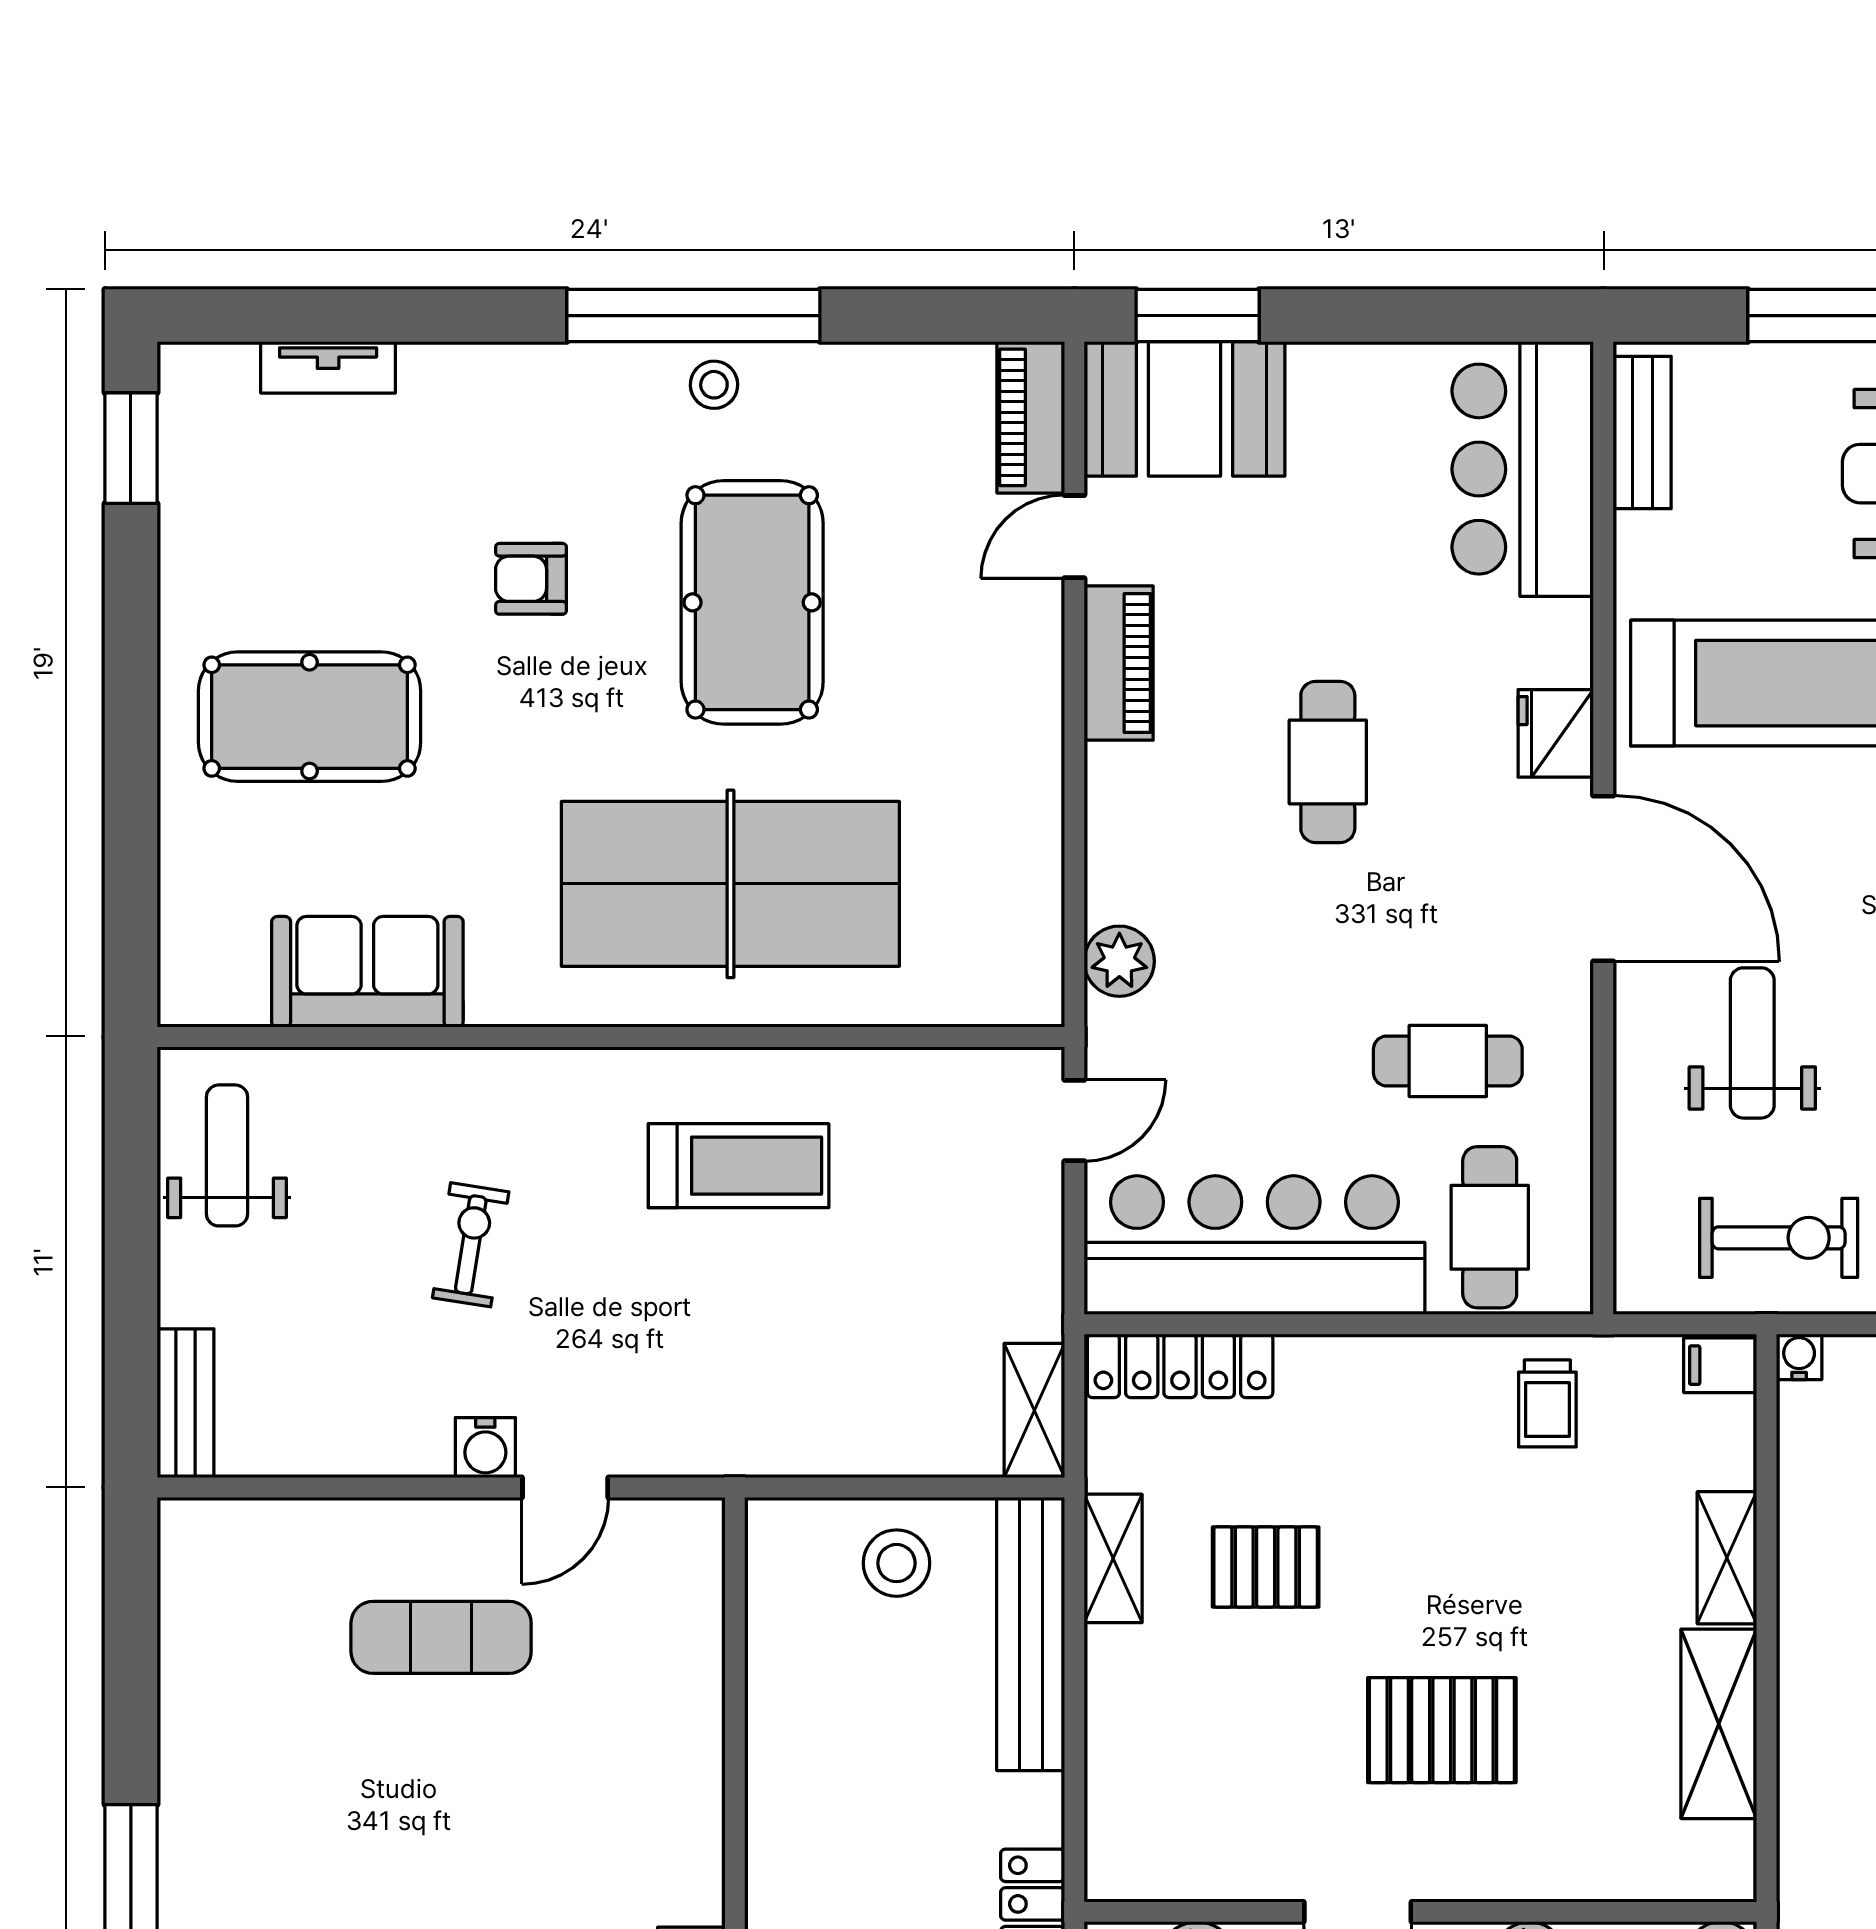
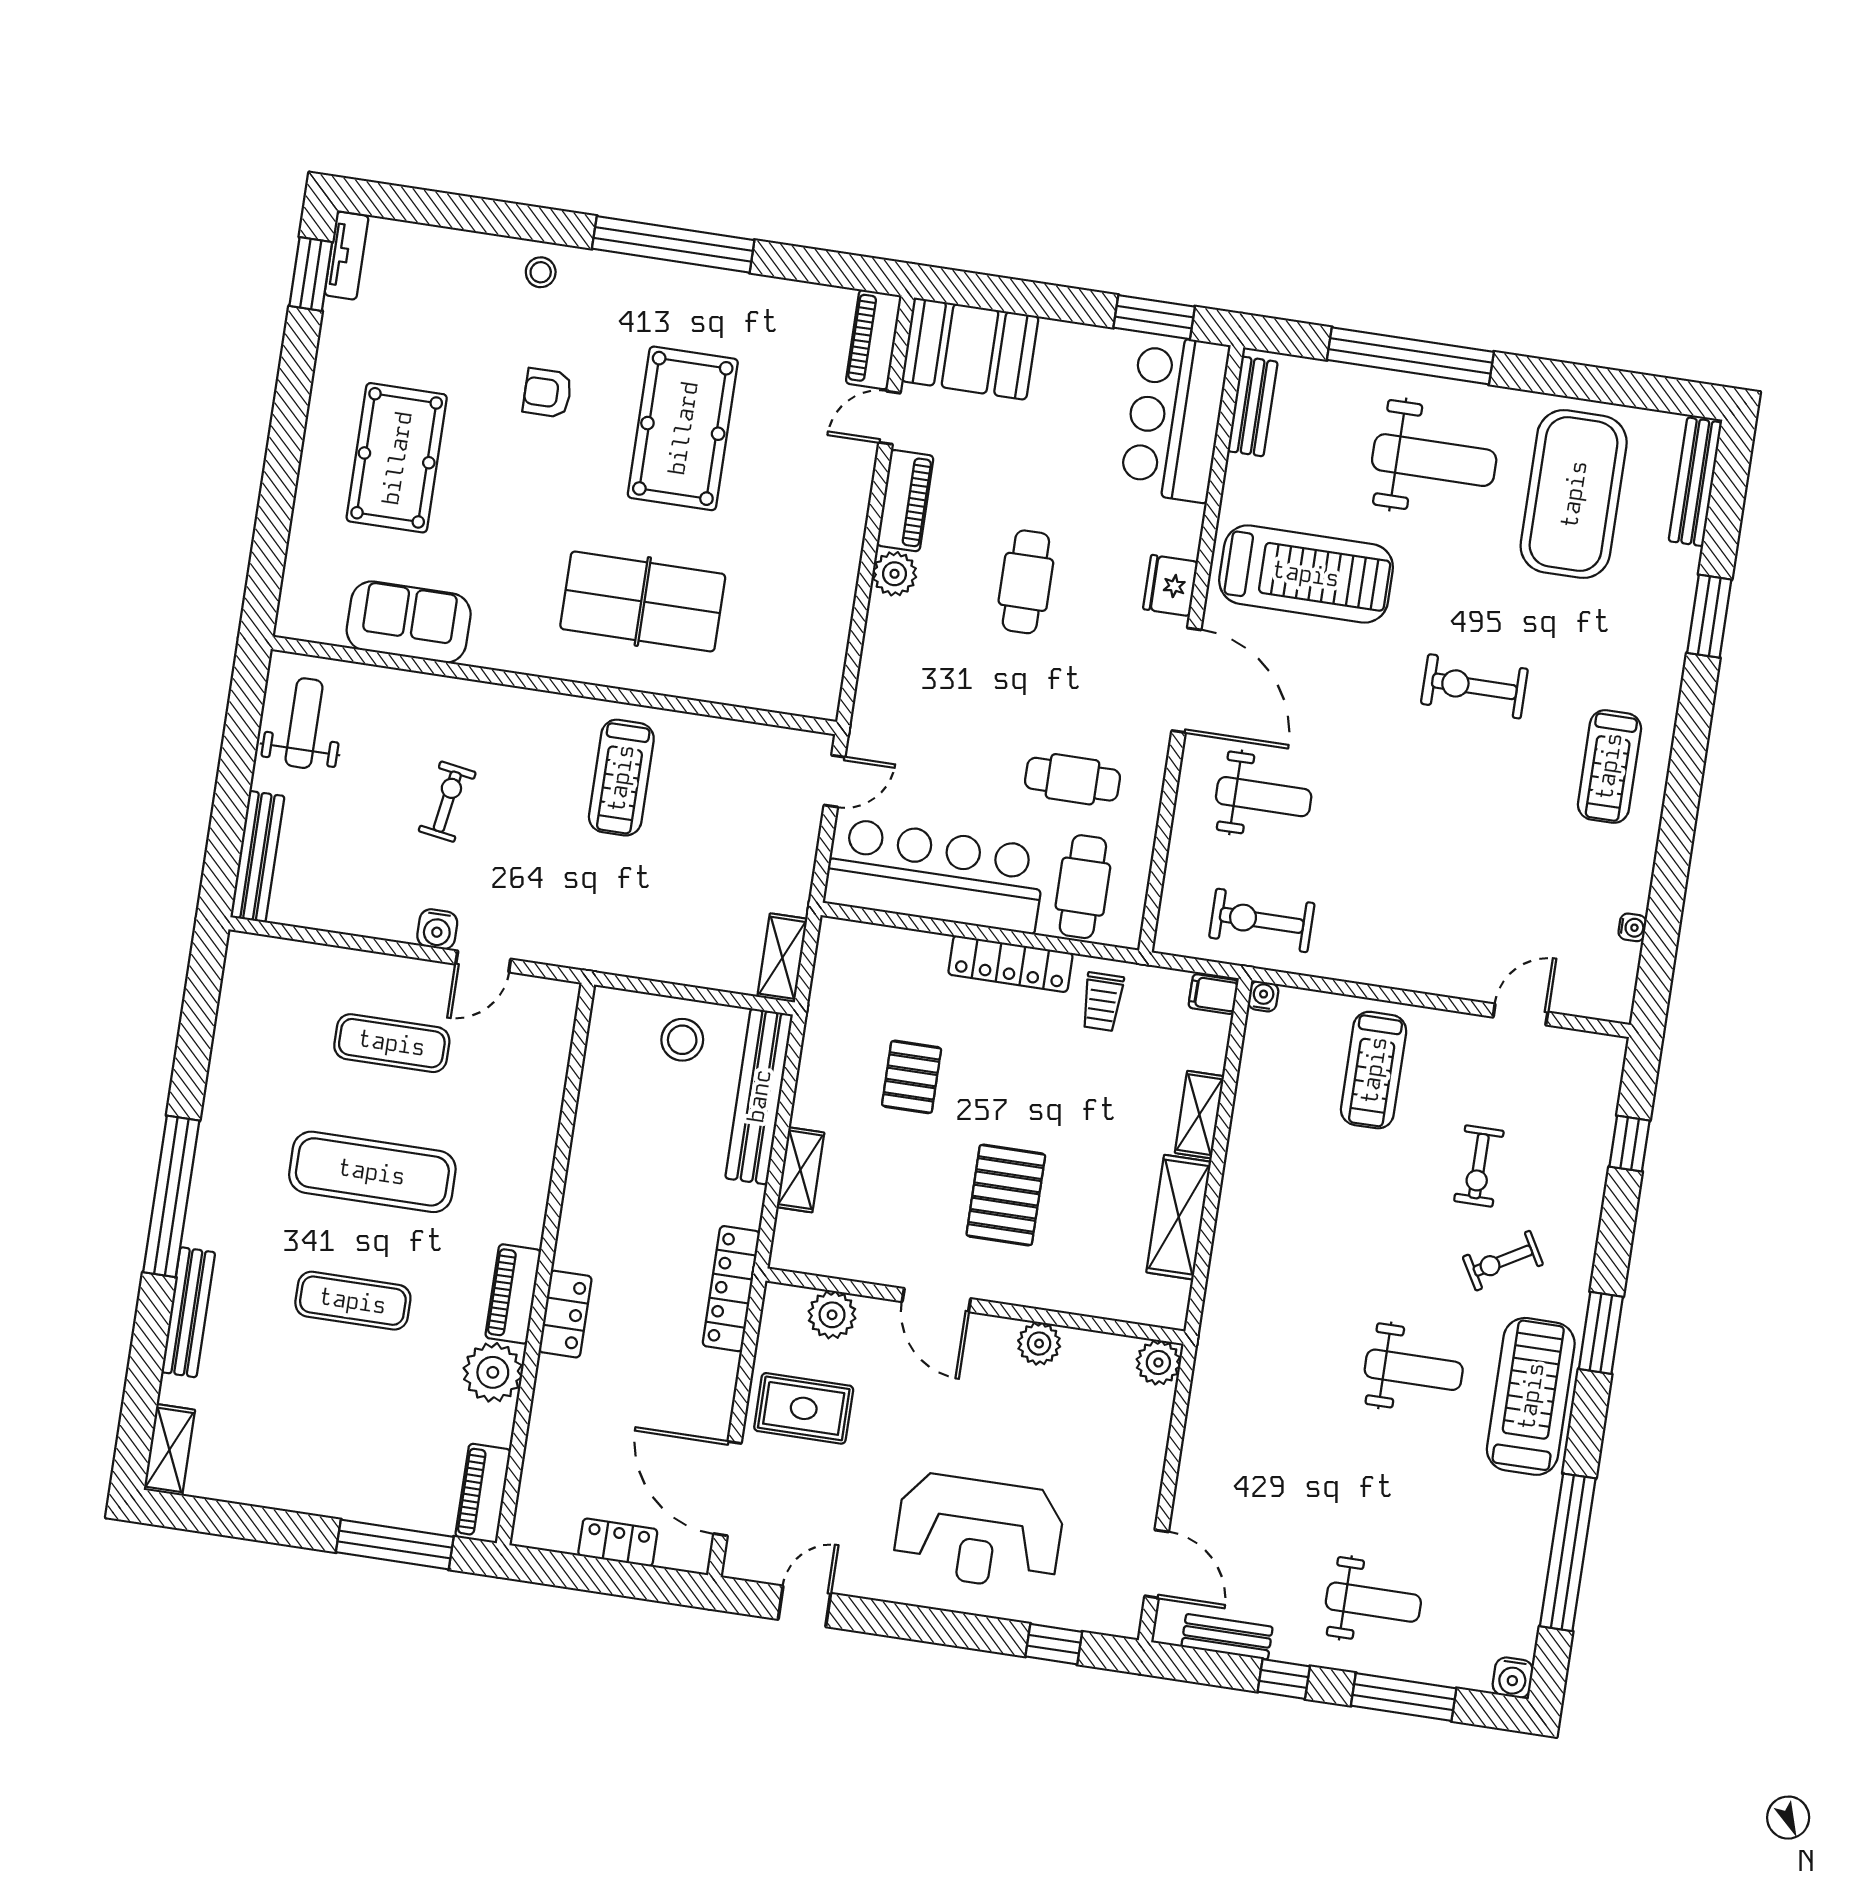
window: (1198, 316) -> (1154, 317), moved
tv unit: (328, 367) -> (347, 256), moved, turned -90
stool: (714, 385) -> (541, 272), moved
pool table: (310, 717) -> (397, 458), turned 90
table tennis table: (730, 884) -> (643, 601), width x0.73, depth x0.76
plant: (1119, 961) -> (894, 574), moved
weight bench: (1752, 1043) -> (1264, 797), turned 90
treadmill: (739, 1166) -> (621, 778), turned 90
exercise bike: (1779, 1238) -> (1262, 920), turned 180
locker: (1180, 1366) -> (1010, 964), moved
bench: (185, 1403) -> (257, 857), width x1.36
shelving: (1113, 1558) -> (800, 1170), moved
pallet: (1266, 1567) -> (912, 1077), turned 90
pallet: (1442, 1730) -> (1006, 1195), turned 90
exercise mat: (441, 1844) -> (372, 1172), added

